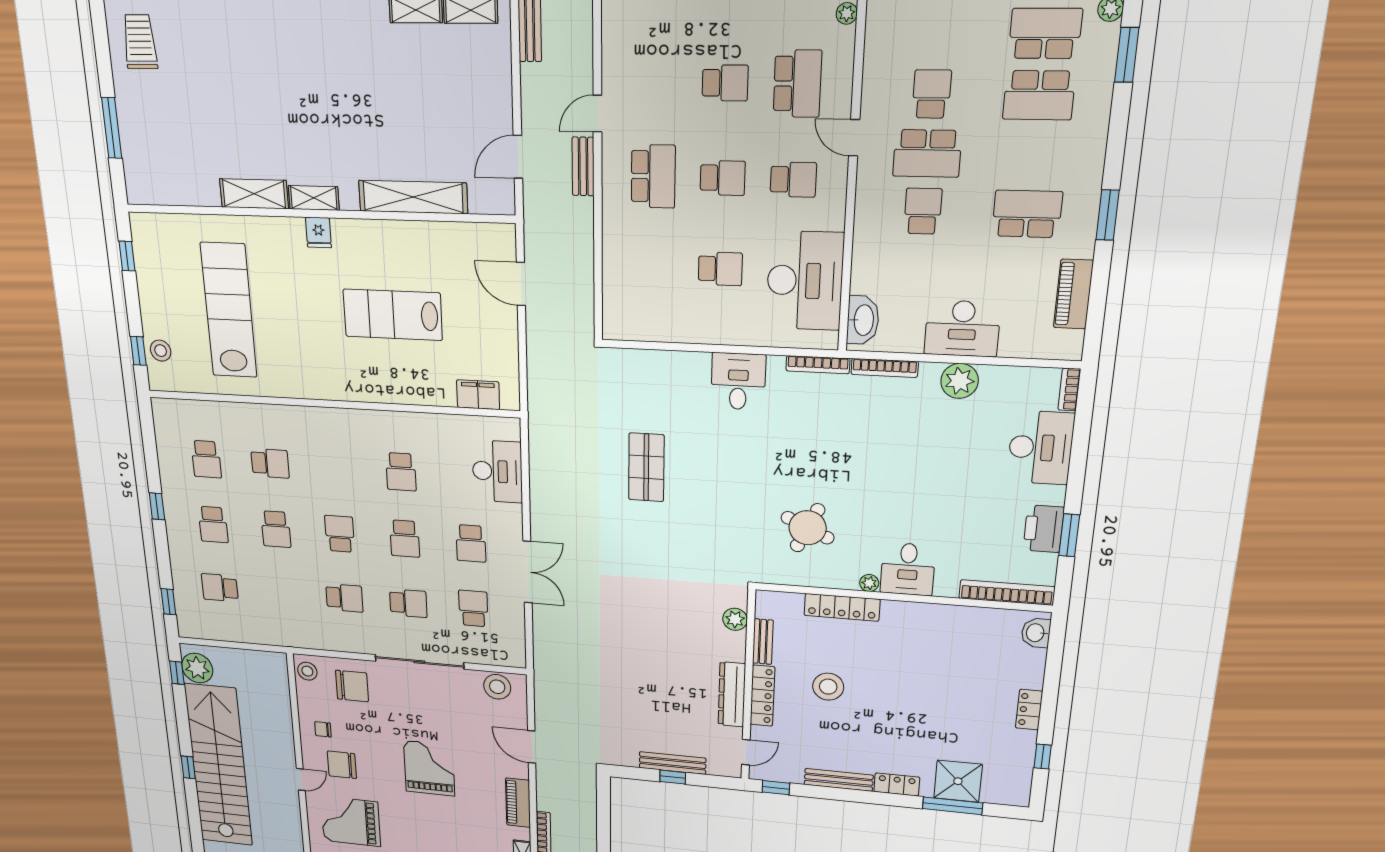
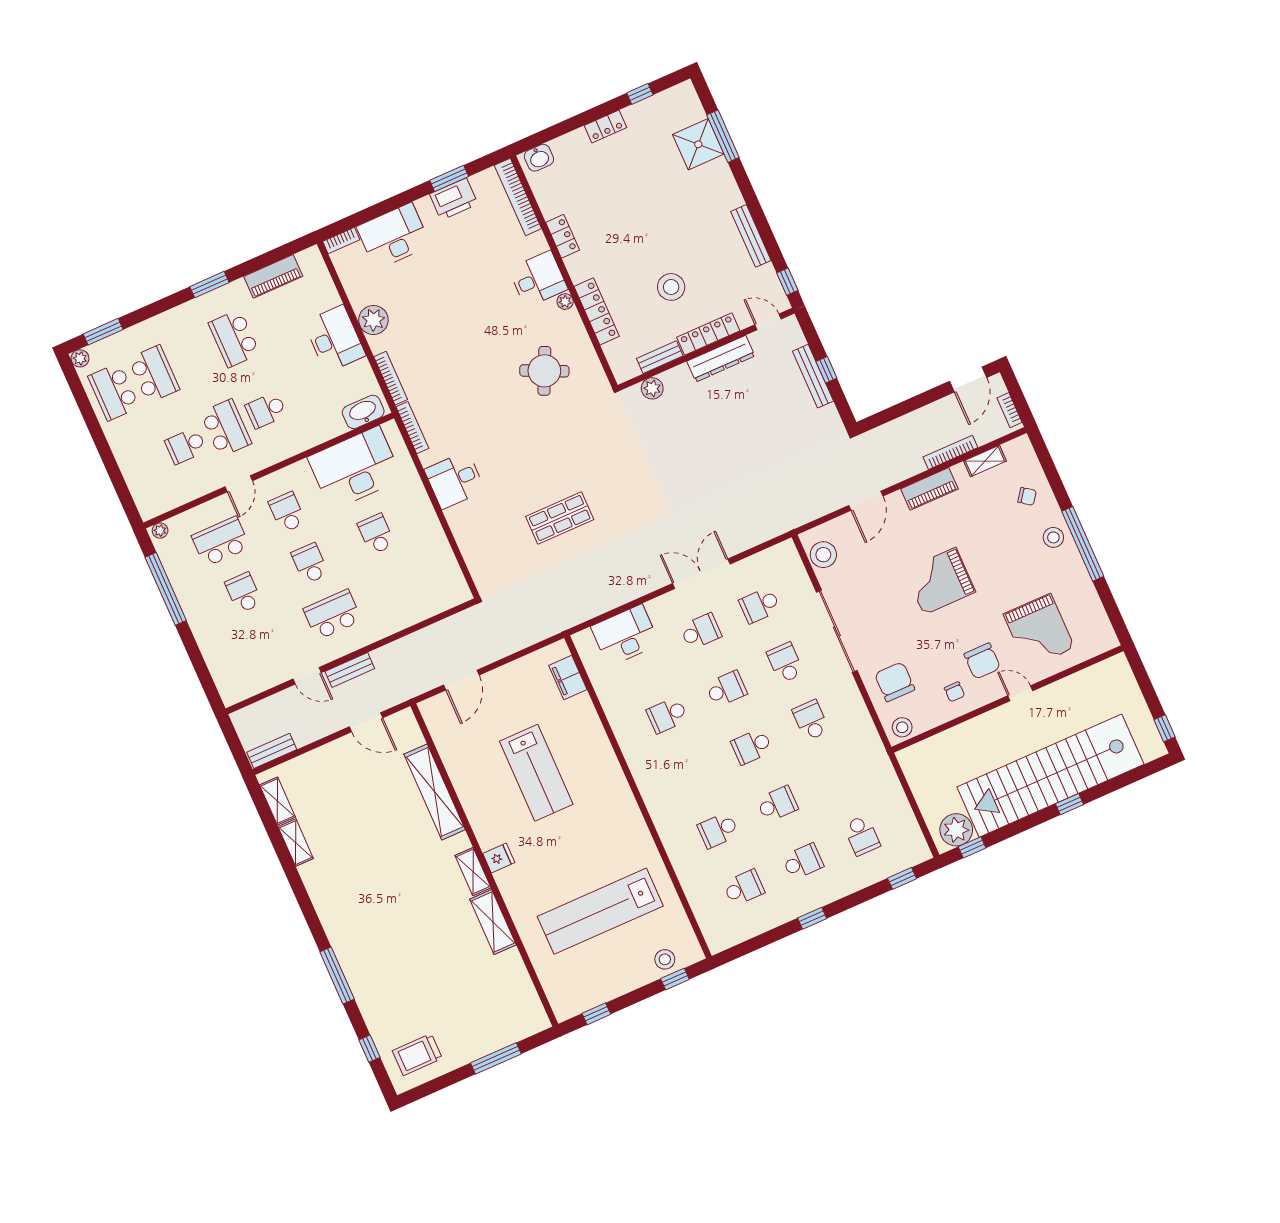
school desk: (270, 463) -> (718, 830), turned -90
school desk: (401, 472) -> (667, 715), turned 180
locker: (897, 784) -> (563, 236), moved, turned 180

